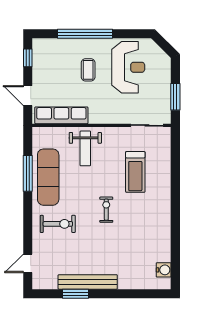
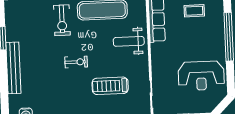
coffee table: (88, 70) -> (194, 11), moved
bench: (88, 282) -> (13, 68), moved

